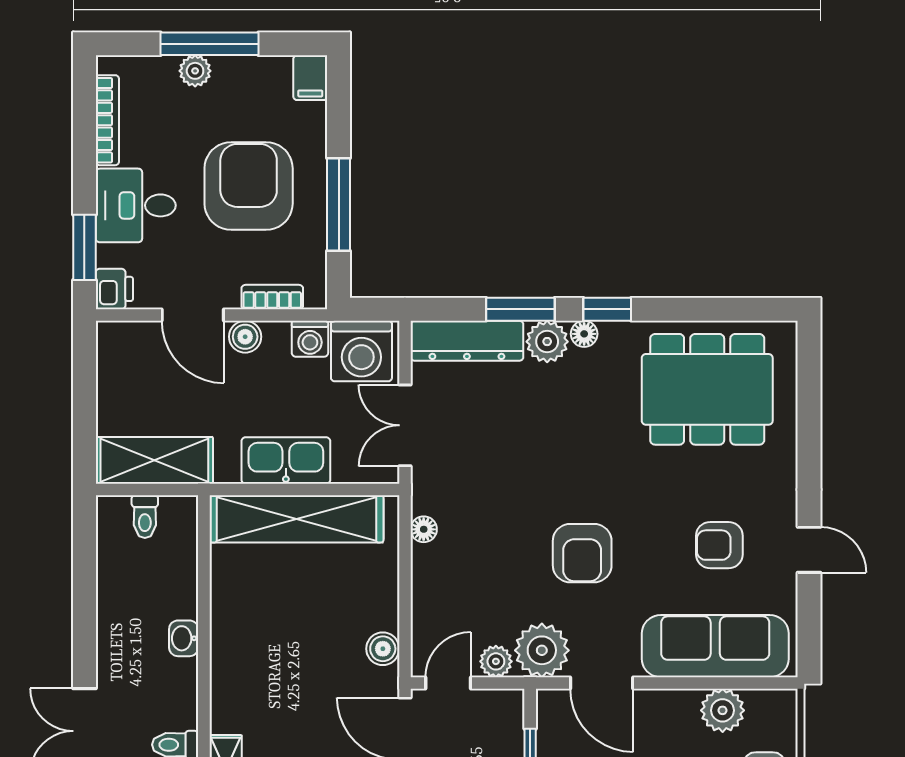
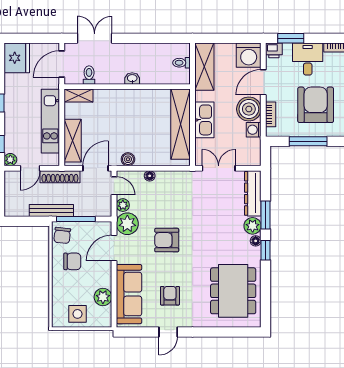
armchair: (249, 186) -> (316, 105), turned -90
boiler: (245, 337) -> (249, 109), width x1.86, depth x1.86
washing machine: (361, 351) -> (249, 55), moved, turned -90
floor lamp: (424, 529) -> (150, 176), moved

